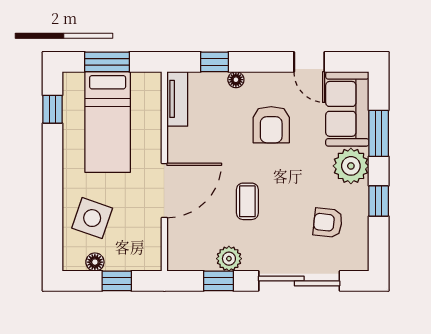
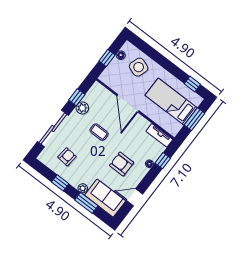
plant: (351, 166) -> (83, 188), width x0.53, depth x0.53

